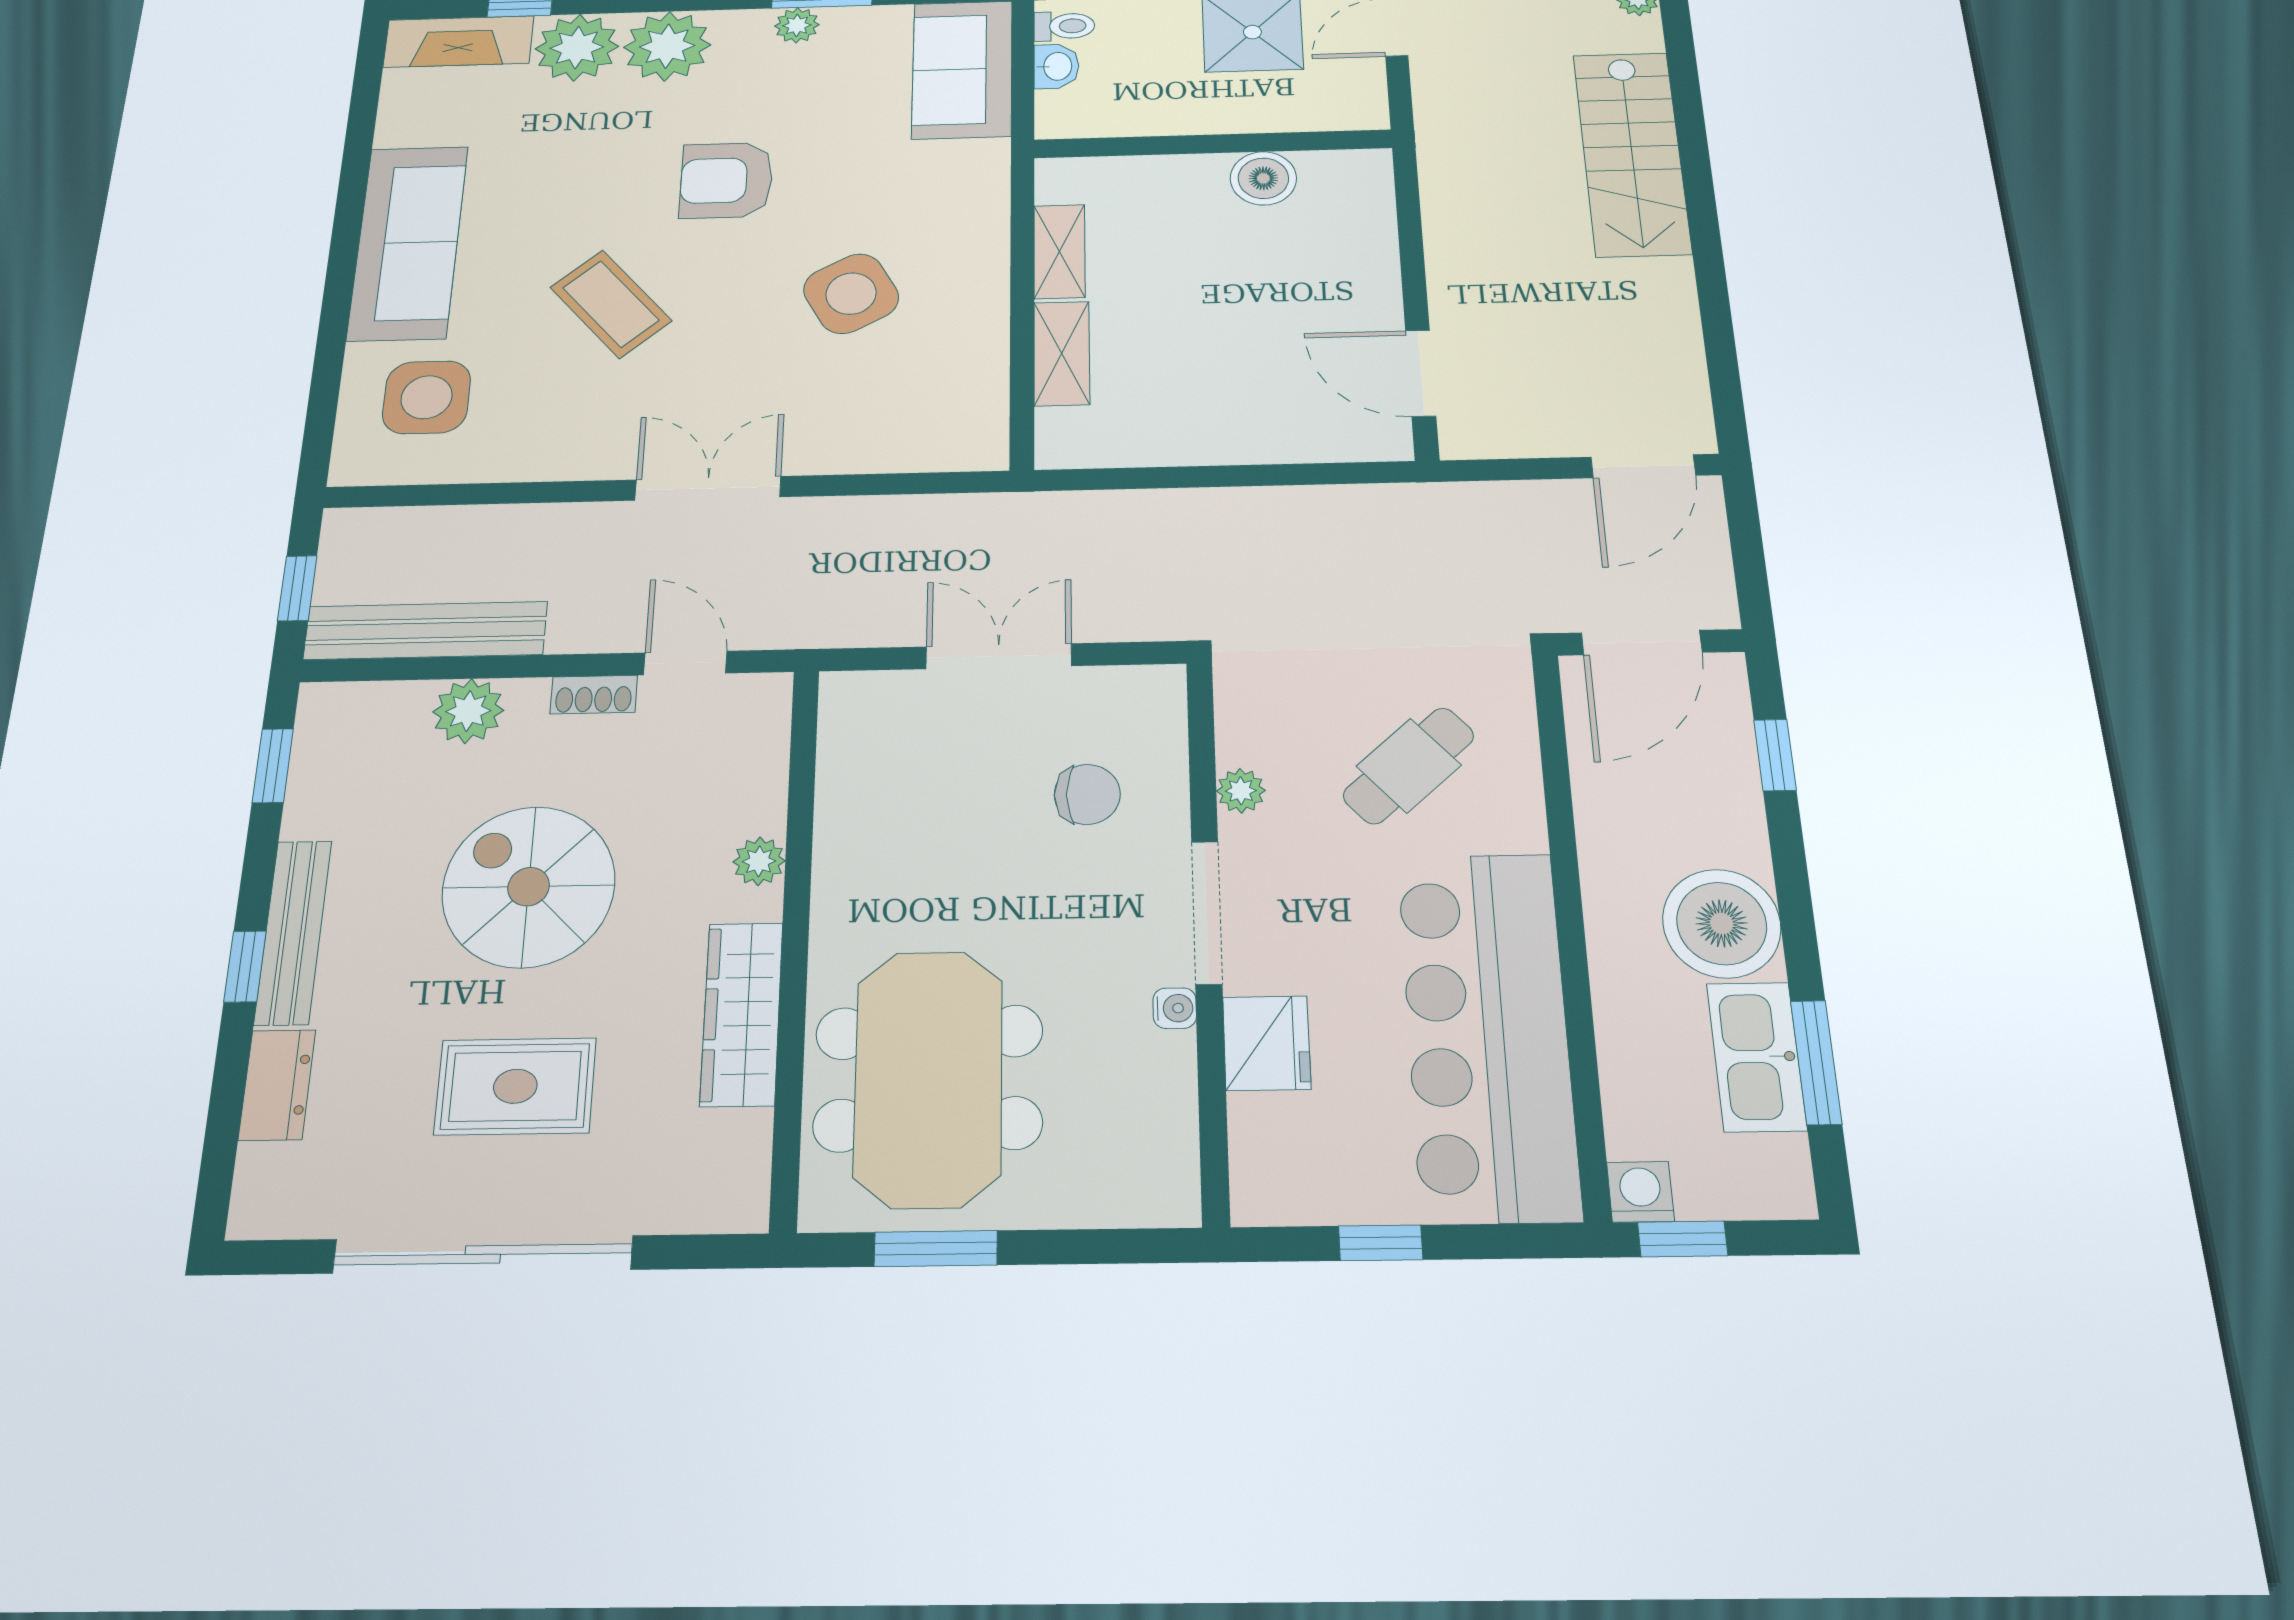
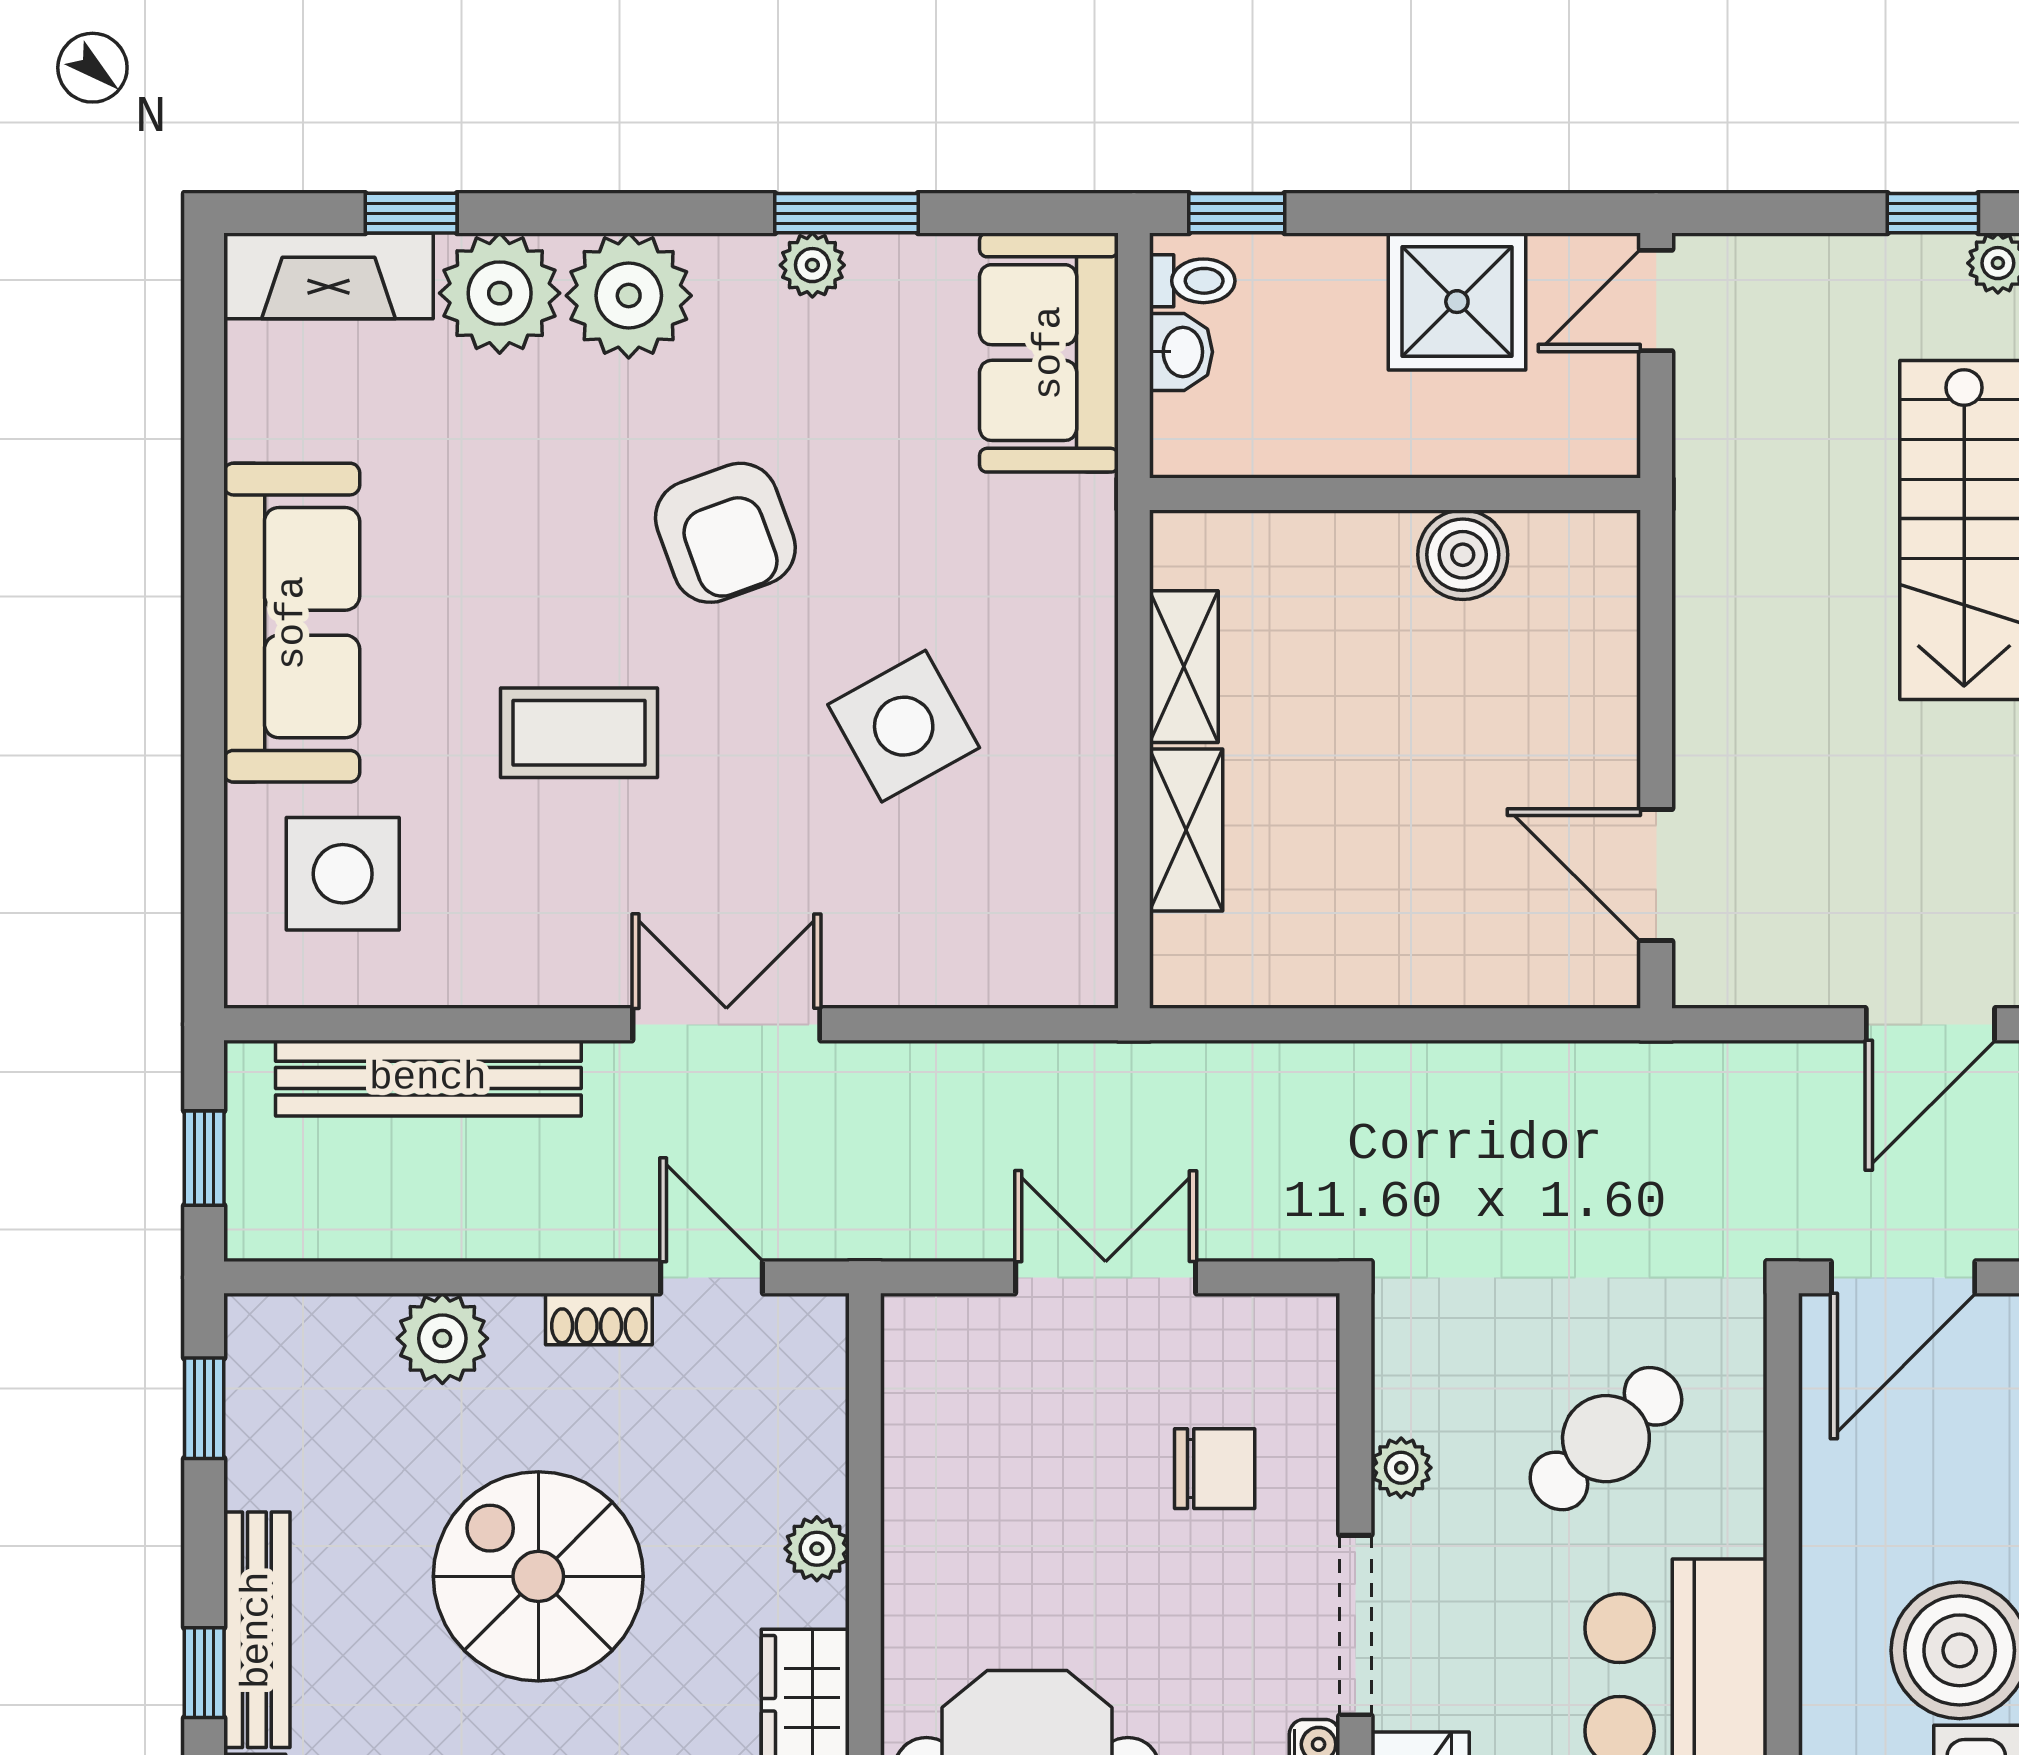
armchair: (726, 180) -> (725, 533), turned -110
coffee table: (611, 304) -> (579, 733), turned -49
bench: (425, 631) -> (428, 1078), moved

